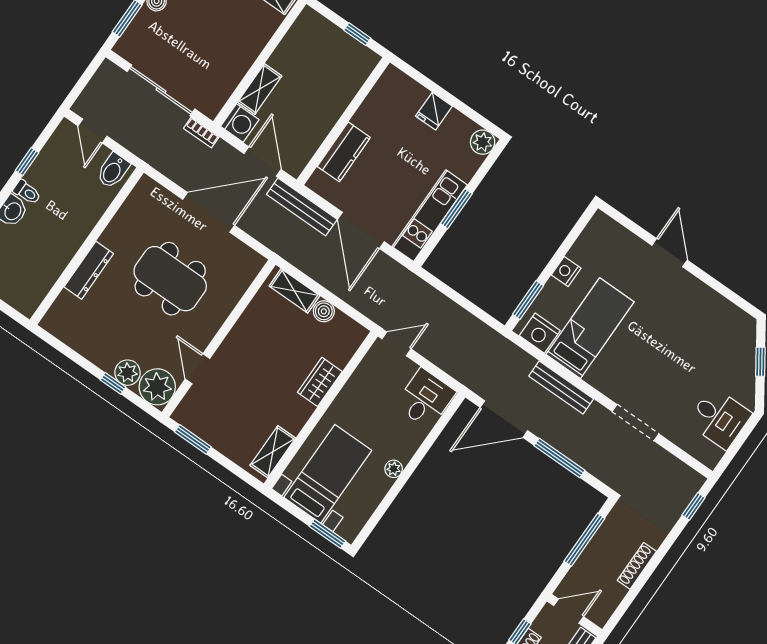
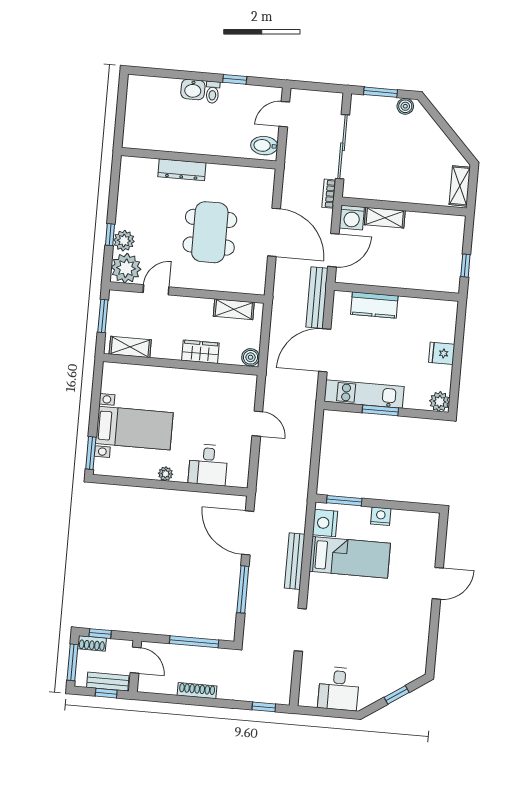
shelving: (294, 291) -> (234, 309), moved, turned 90
wardrobe: (320, 382) -> (200, 352), moved
desk: (425, 399) -> (208, 465), moved, turned 90
wall: (321, 410) -> (181, 364), moved
shelving: (273, 452) -> (130, 347), moved

